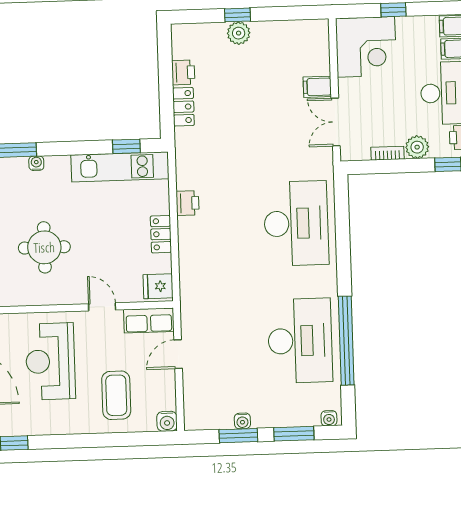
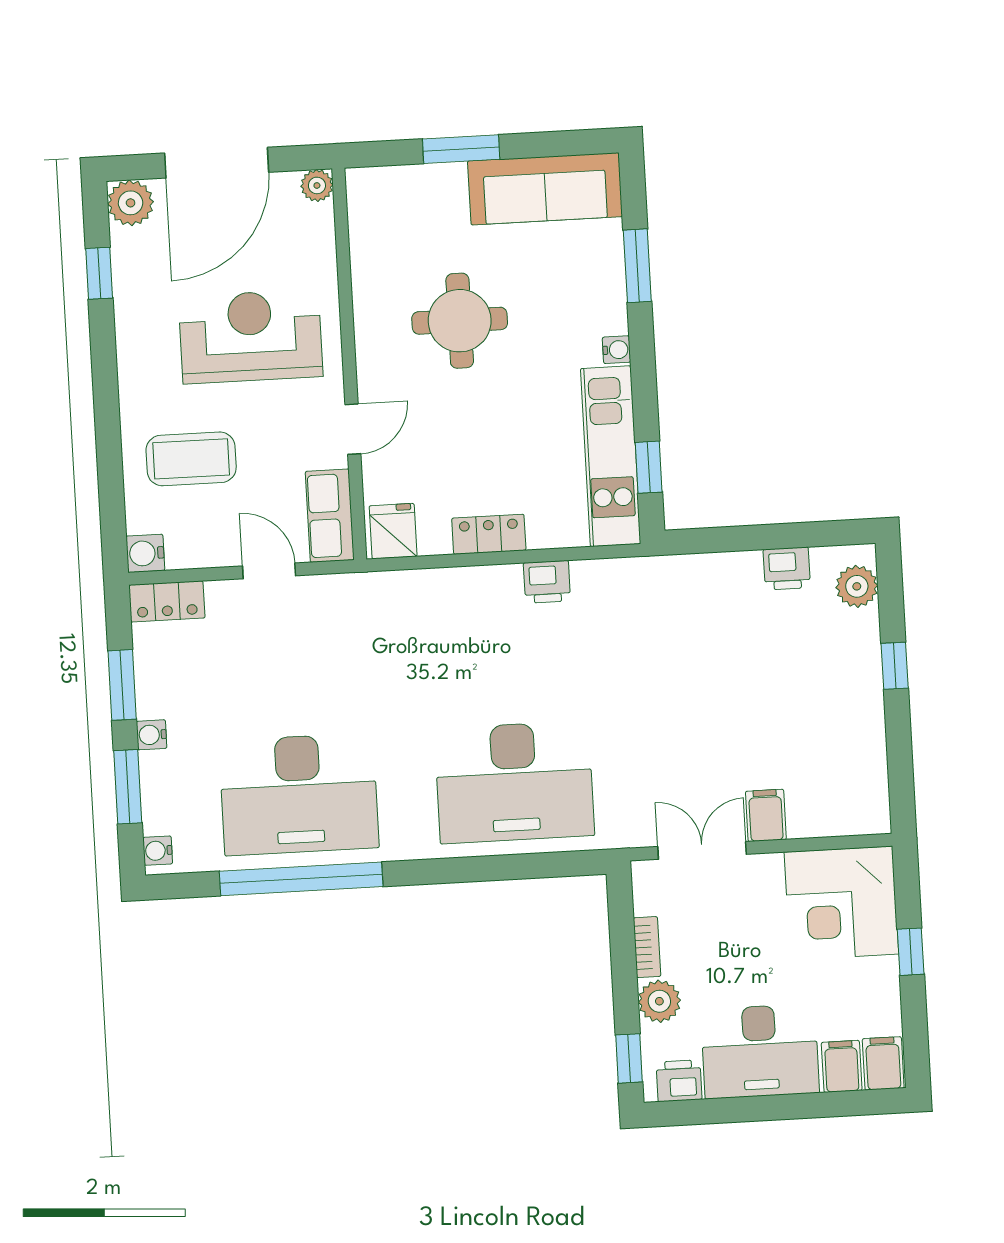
plant: (239, 33) -> (857, 586), moved
locker: (183, 107) -> (167, 601), moved
water cooler: (36, 163) -> (616, 350), moved
water cooler: (242, 421) -> (152, 735), moved

